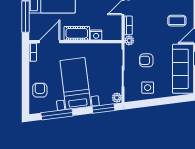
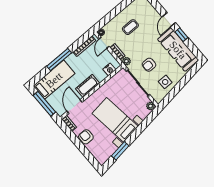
coffee table: (177, 21) -> (130, 27), moved
nightstand: (96, 35) -> (109, 69), moved
armchair: (40, 90) -> (86, 137), moved
window: (103, 108) -> (148, 121), removed
window: (57, 114) -> (120, 151), width x0.69

